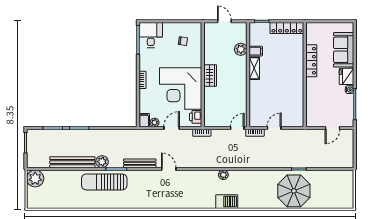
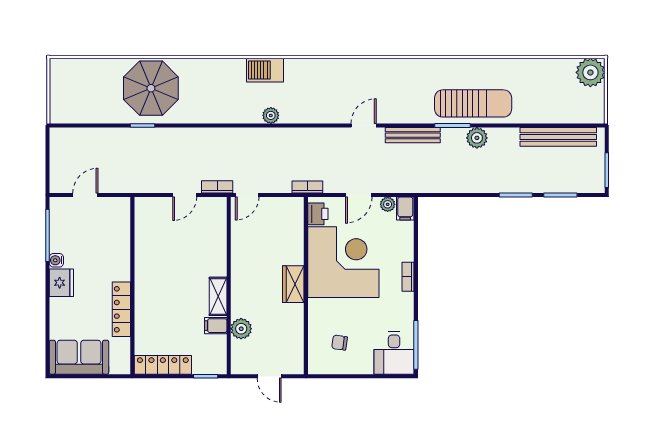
sofa: (344, 50) -> (79, 357), moved, turned -90
bench: (72, 162) -> (558, 137), moved
door: (169, 169) -> (364, 126), swing flipped
plant: (35, 179) -> (590, 72), moved

